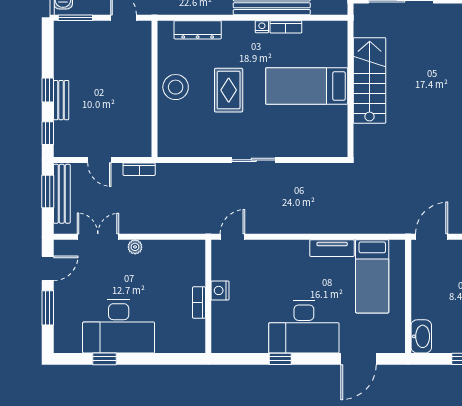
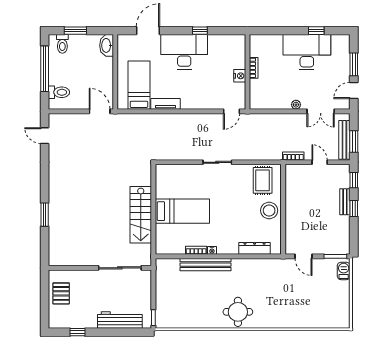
rug: (229, 90) -> (263, 180), moved
door: (432, 237) -> (100, 111), swing flipped

